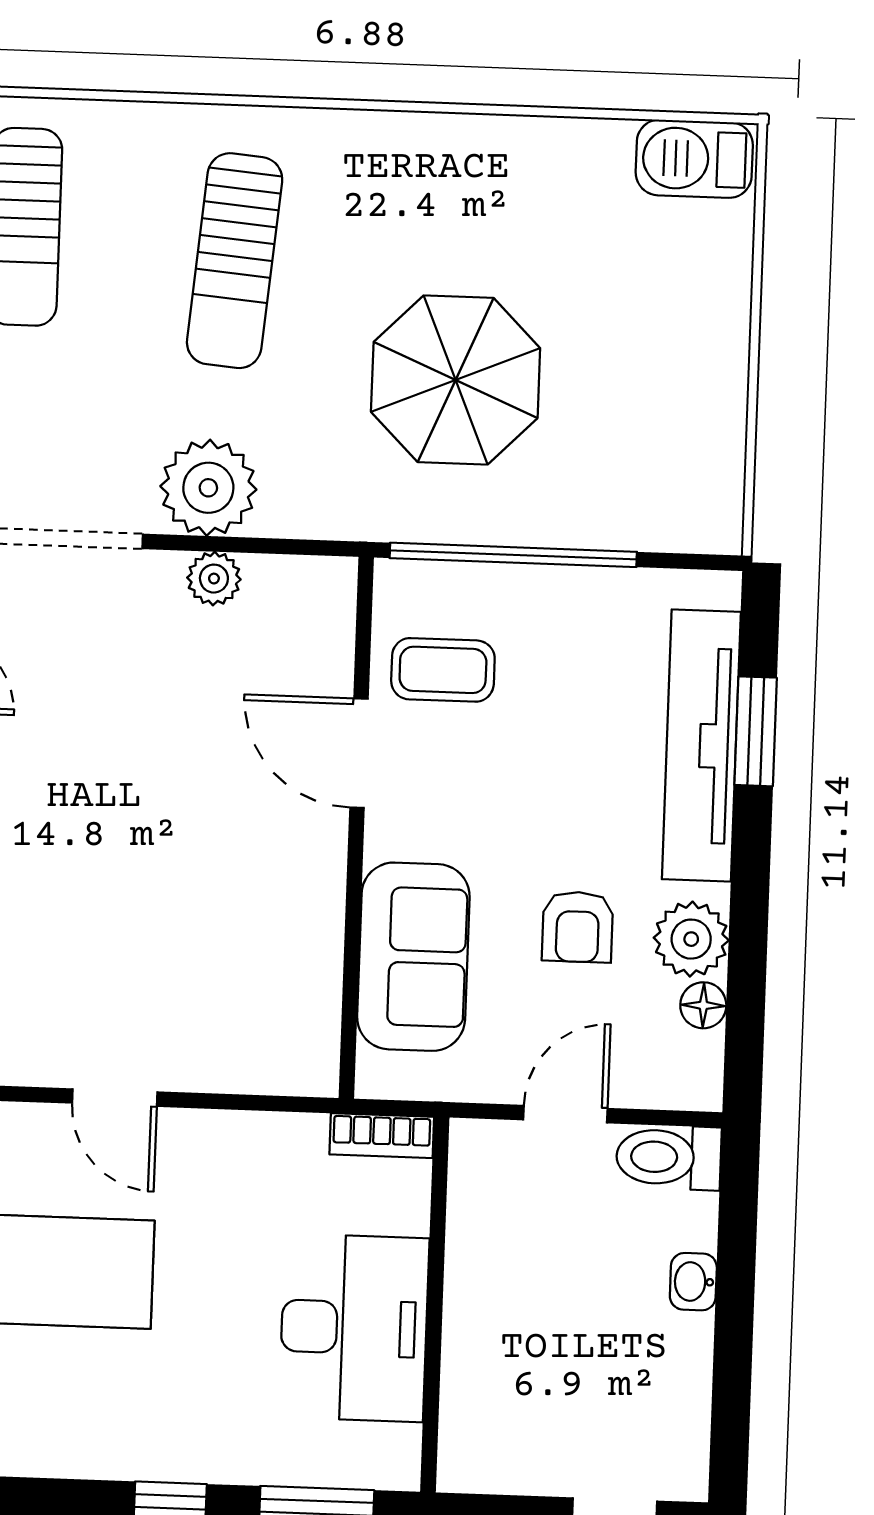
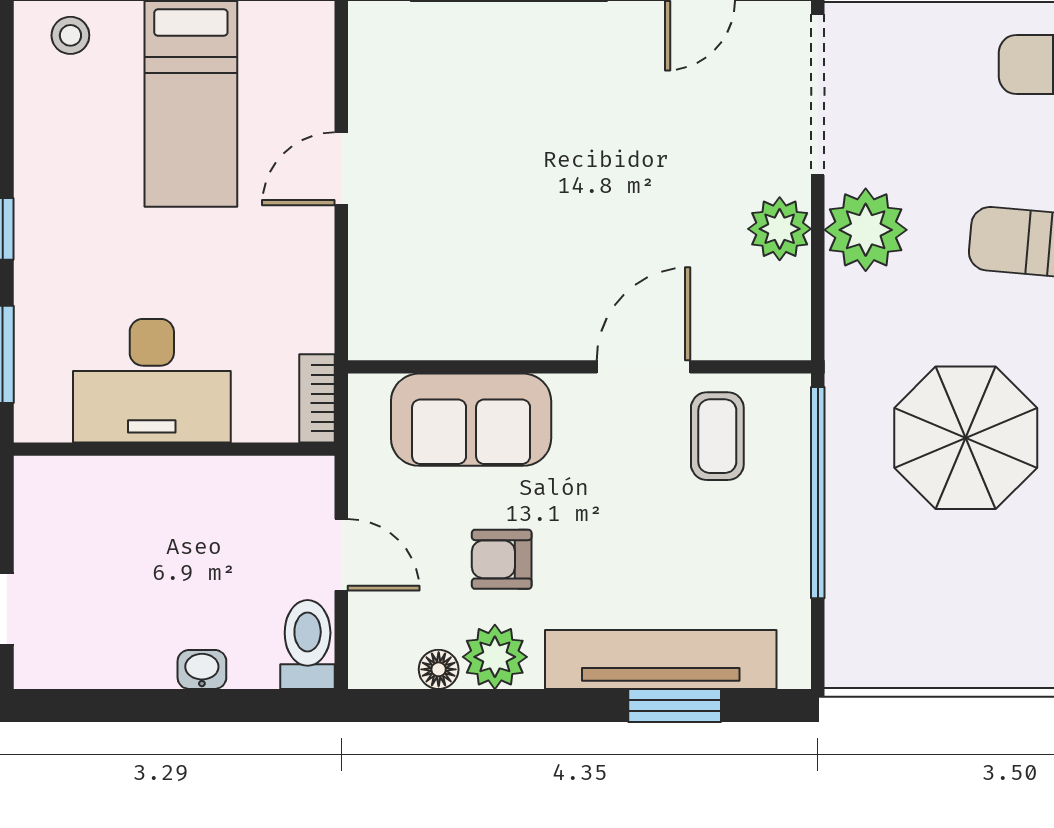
plant: (214, 579) -> (780, 229), width x1.38, depth x1.38

